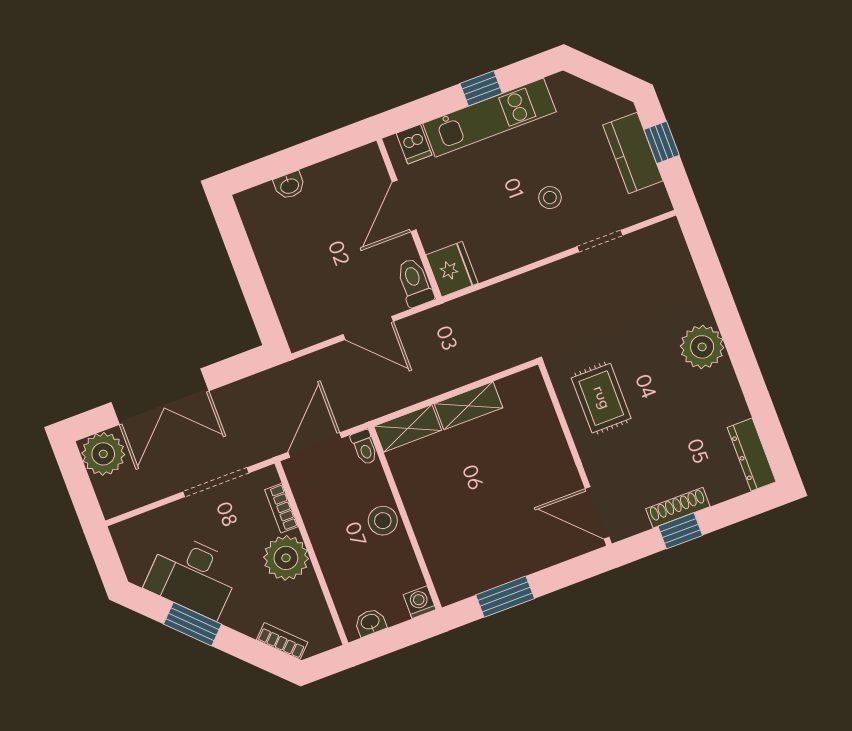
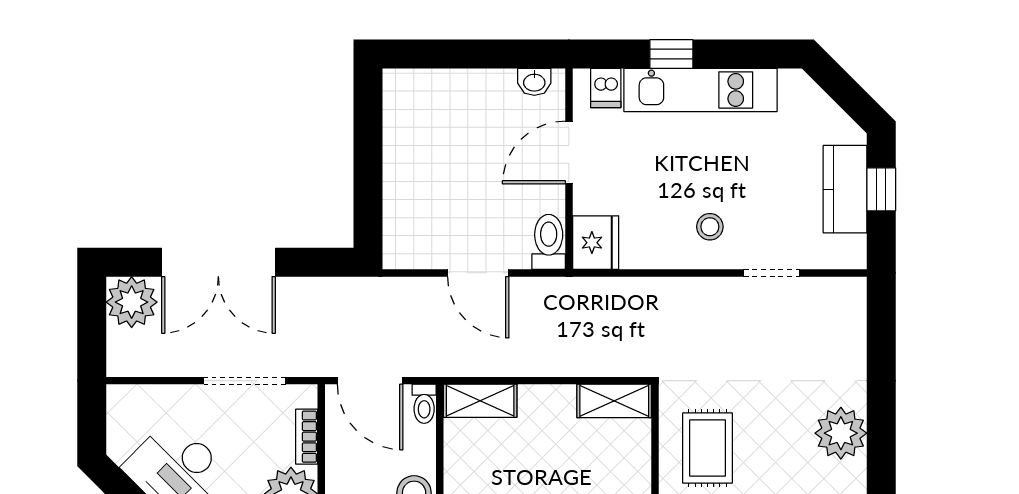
window: (481, 88) -> (671, 54), moved
washbasin: (289, 185) -> (534, 82), moved
stool: (550, 198) -> (710, 227), moved
shelving: (468, 406) -> (614, 401), moved
door: (315, 445) -> (370, 381), swing flipped

